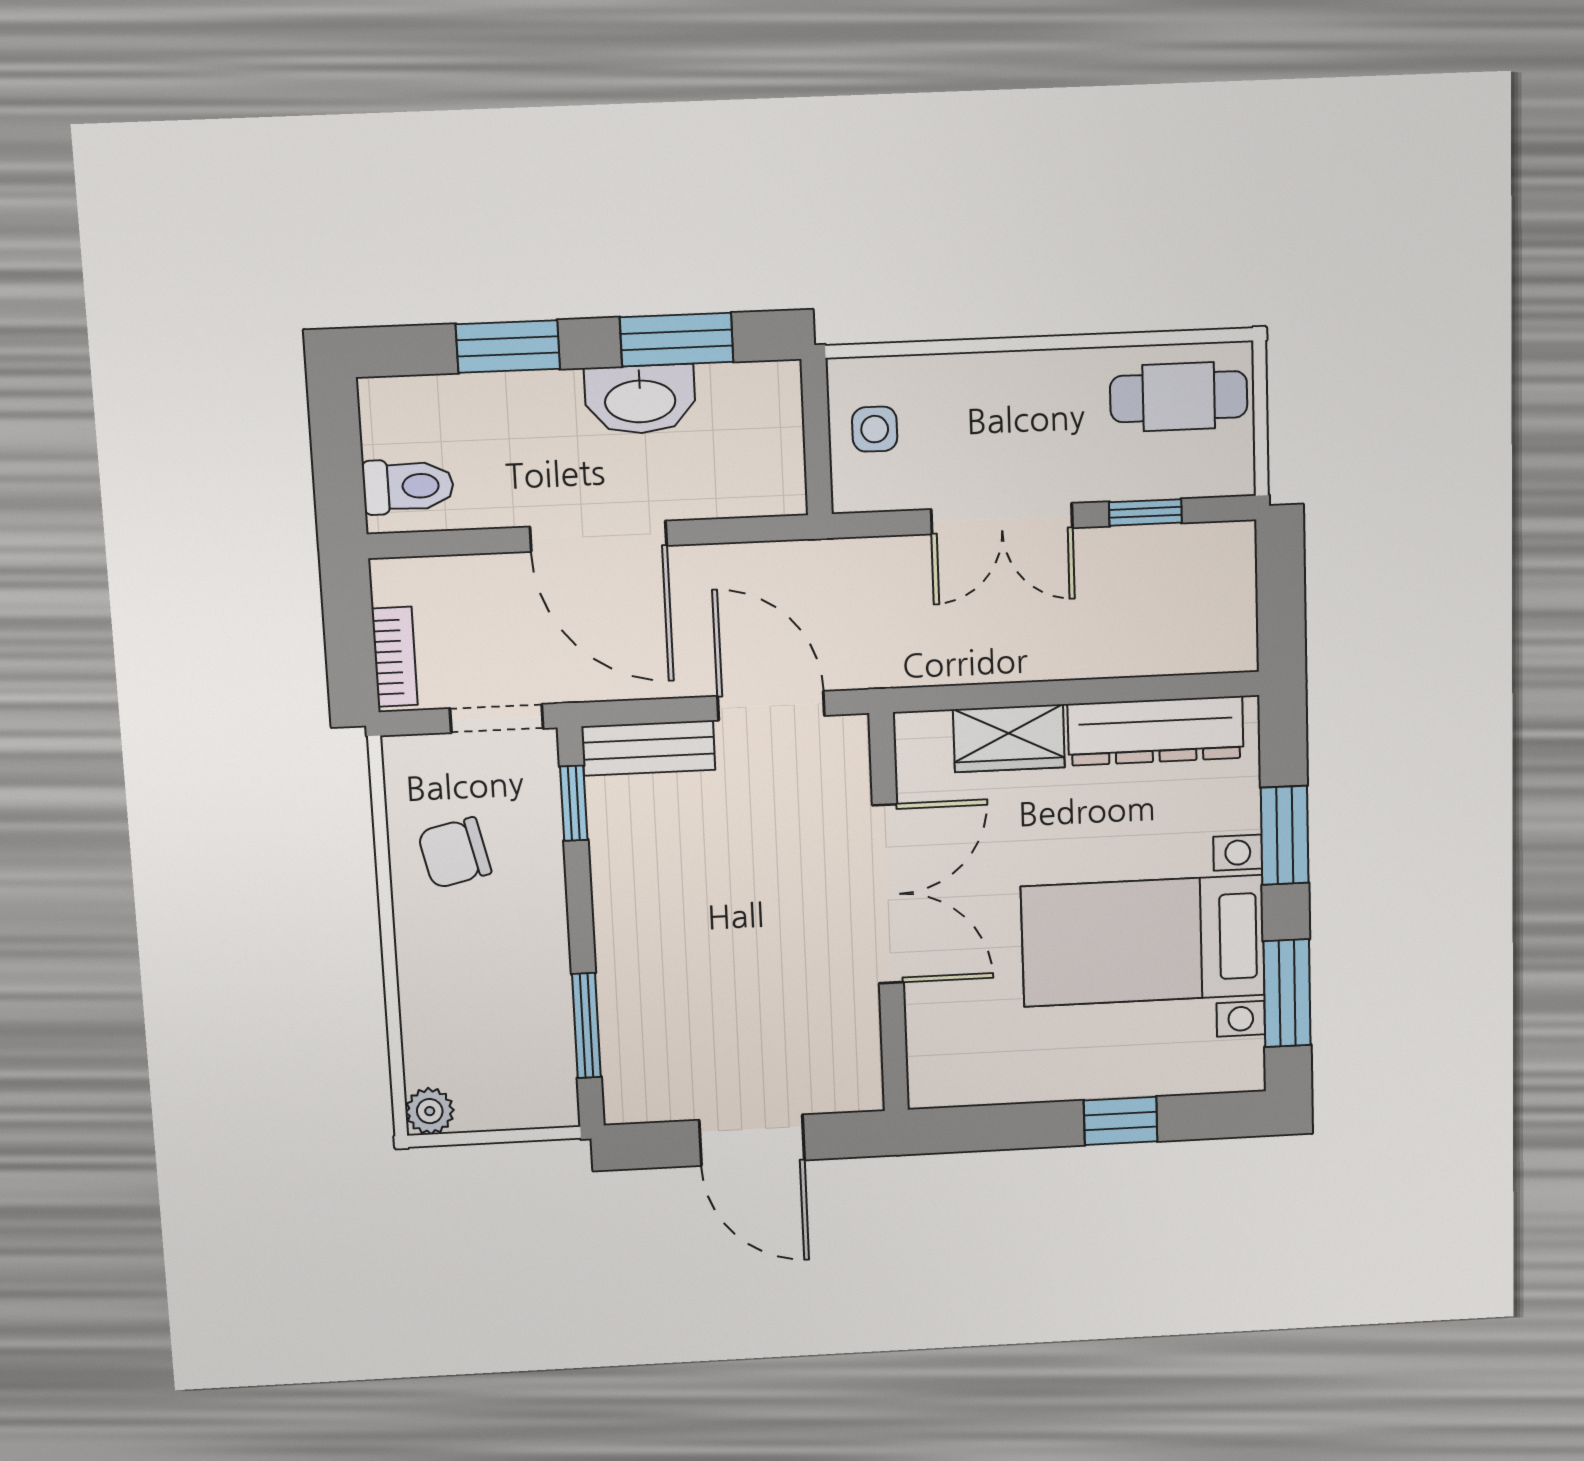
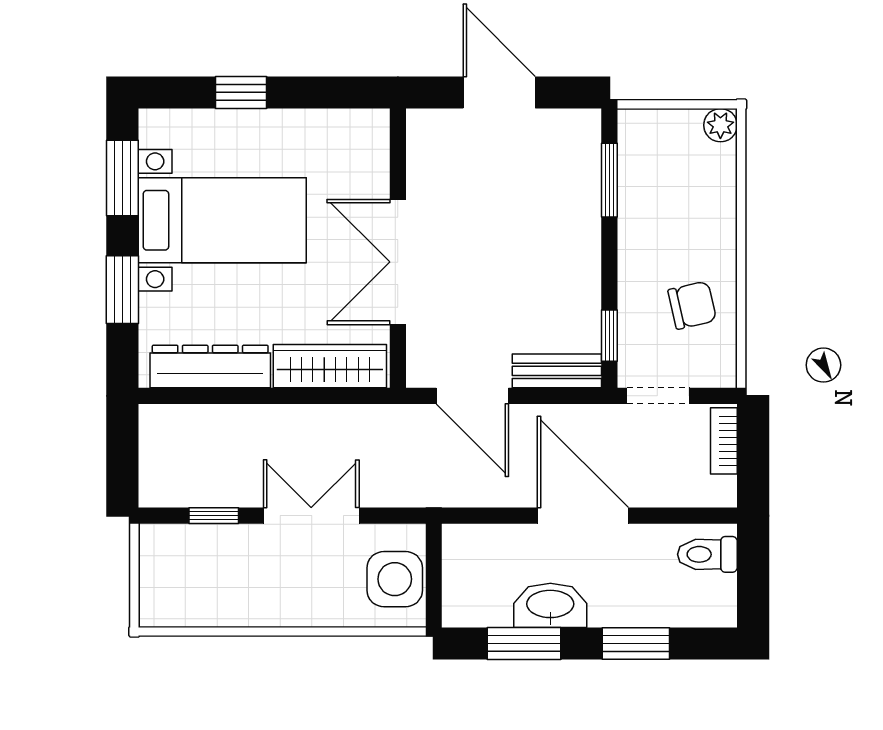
cafe table: (1179, 397) -> (189, 592), removed
side table: (875, 429) -> (395, 579), width x1.87, depth x1.87
wardrobe: (1009, 738) -> (330, 366), width x1.50

